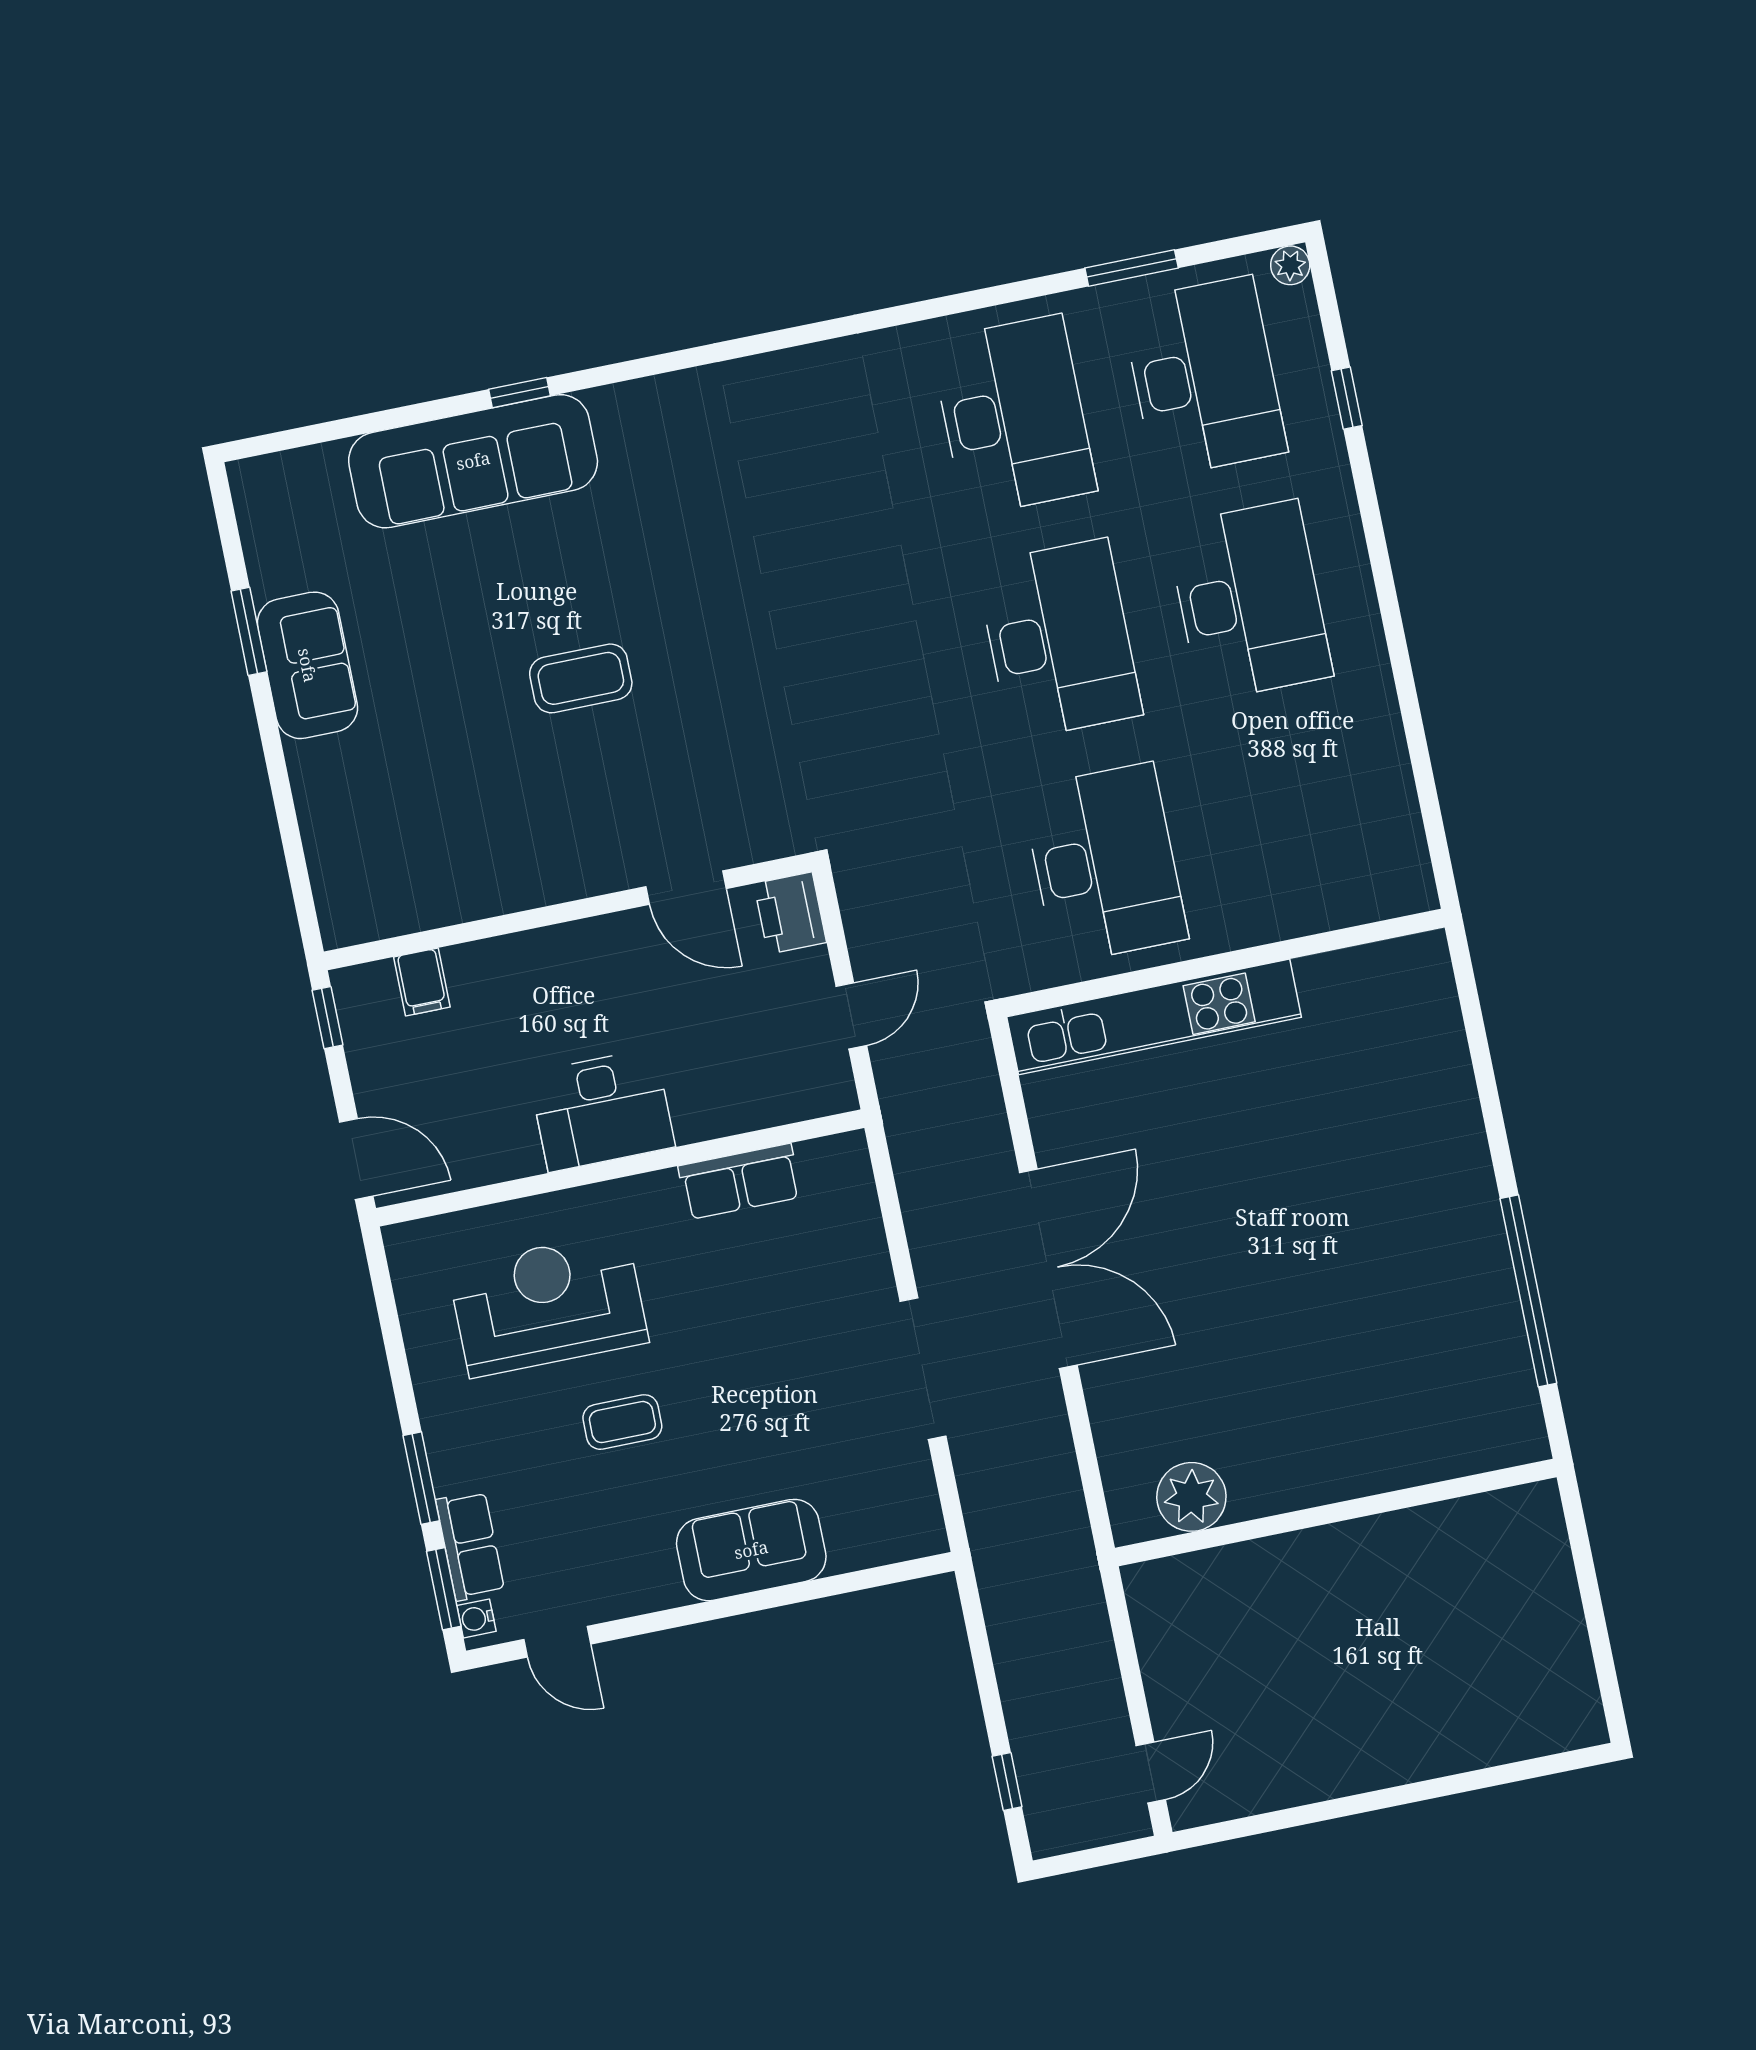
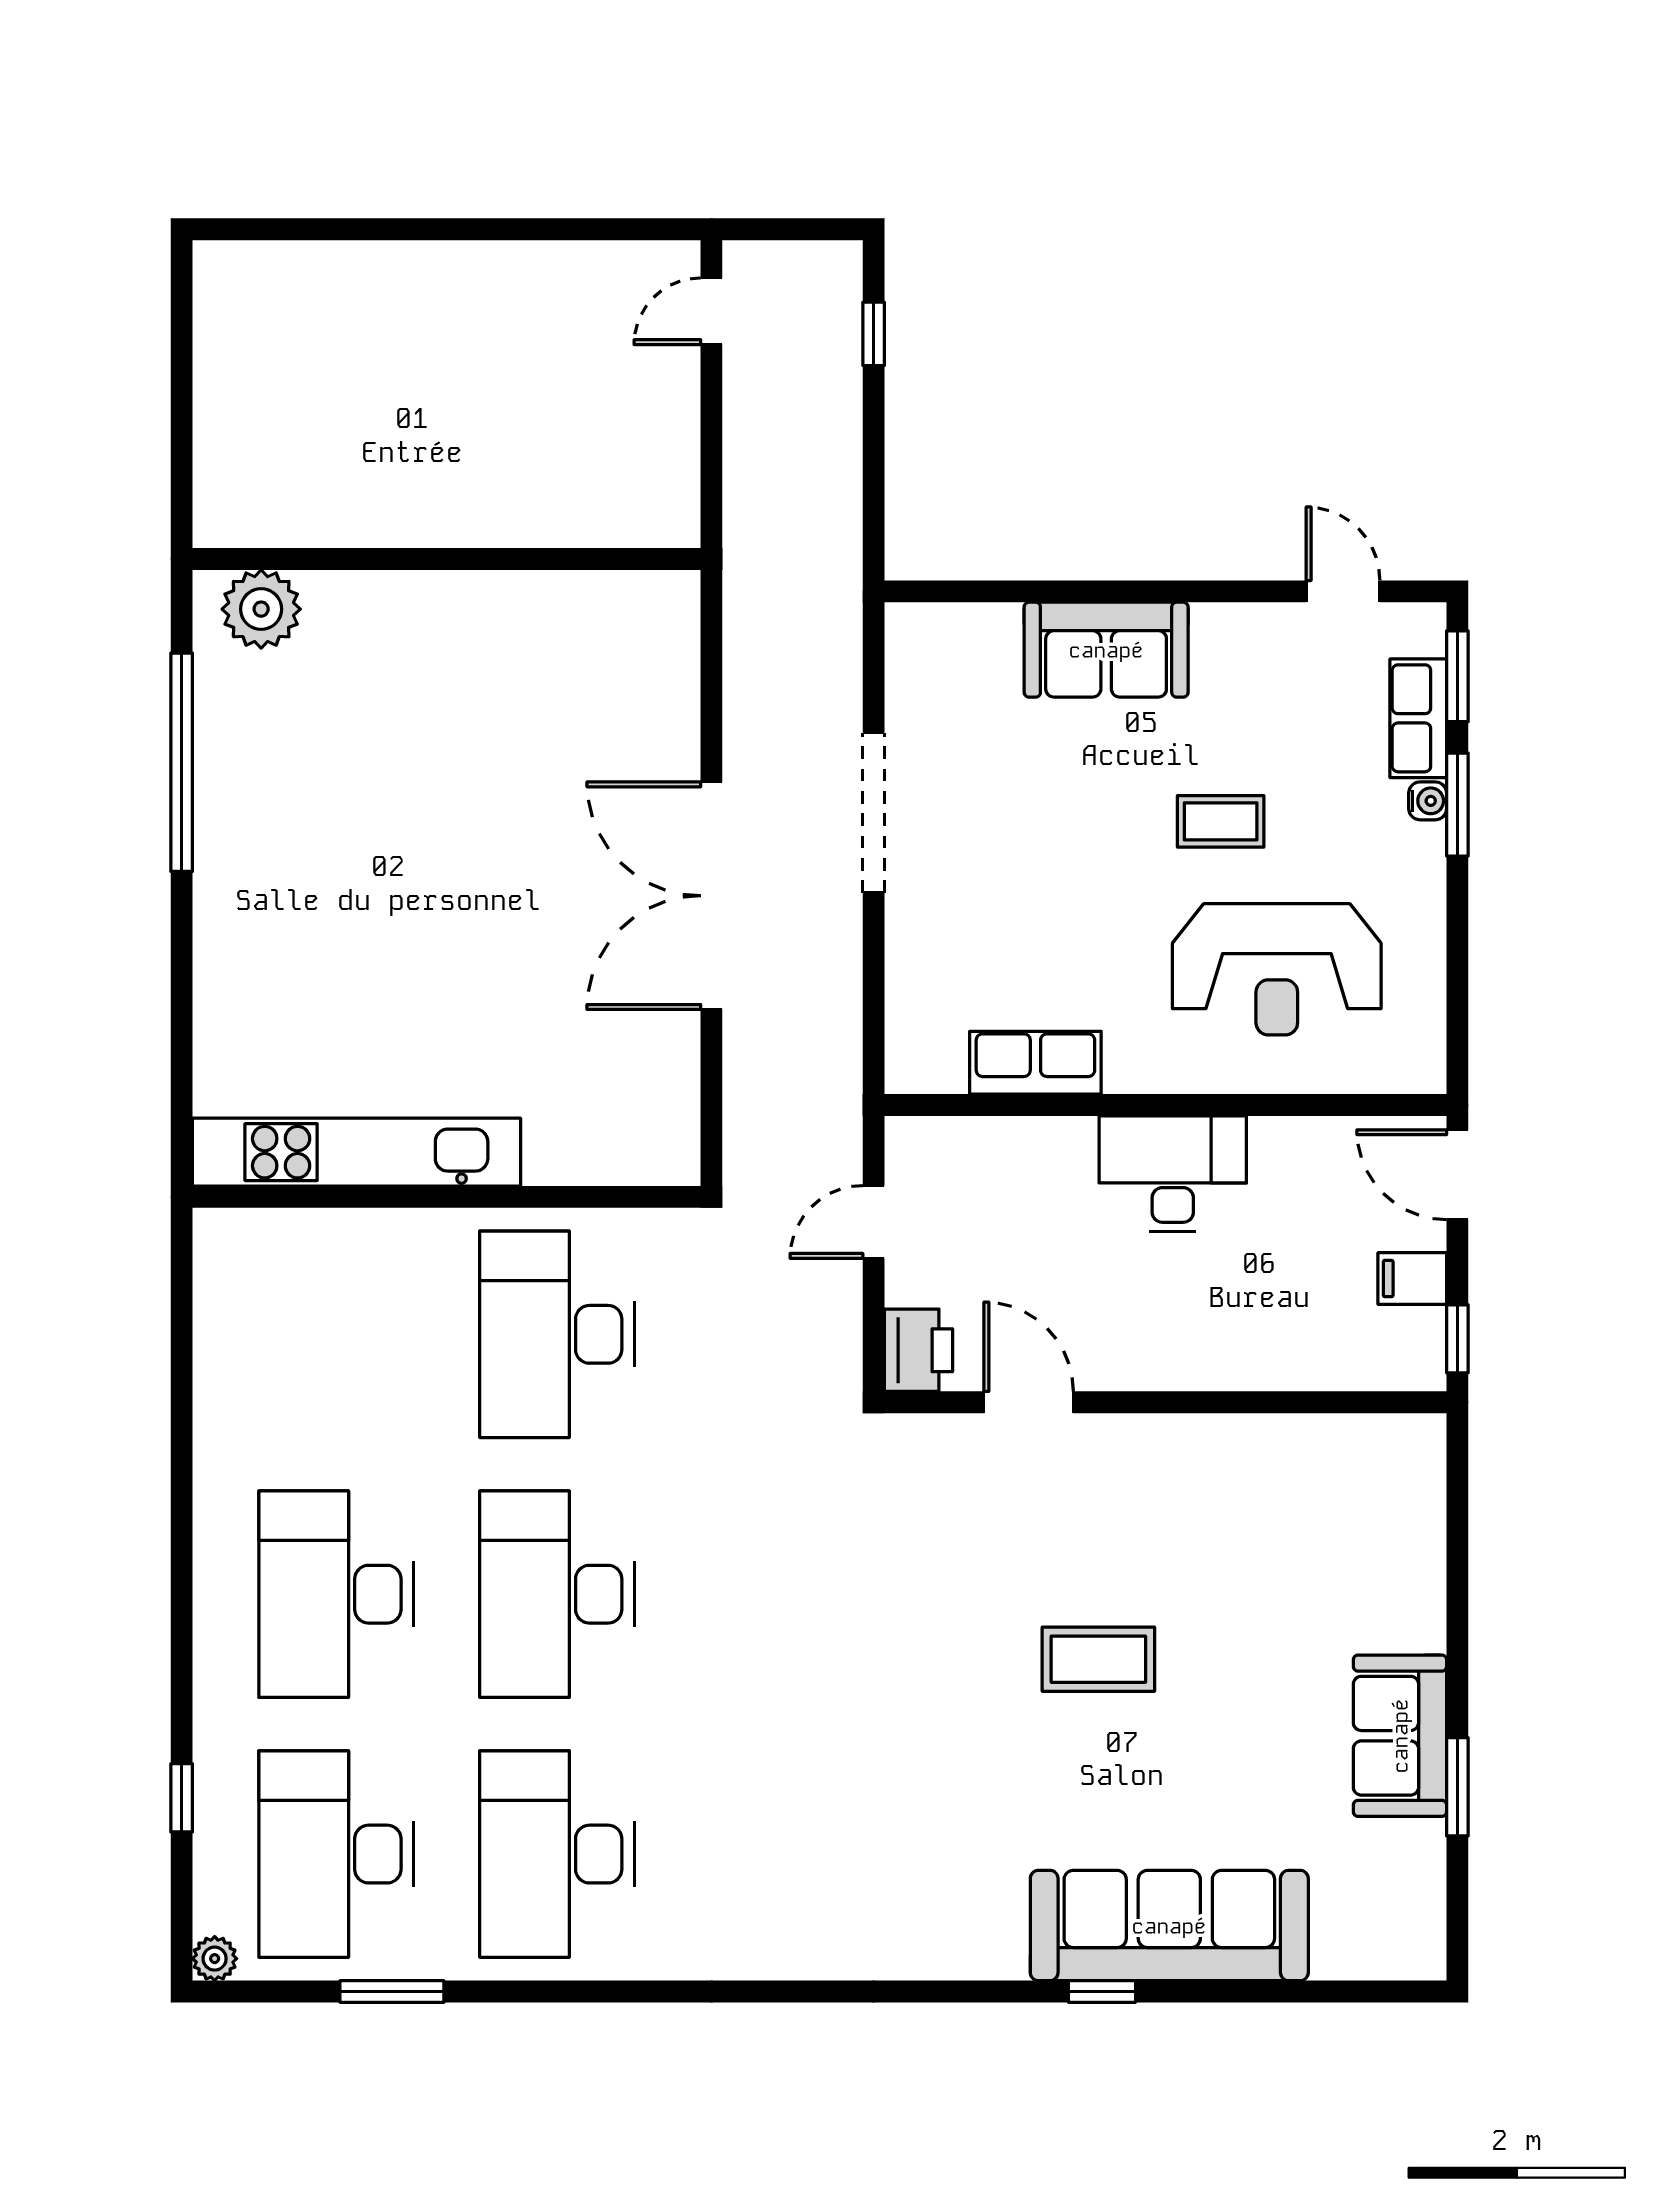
filing cabinet: (422, 982) -> (1412, 1278), moved, turned -90
kitchen unit: (1154, 1017) -> (357, 1152), moved
plant: (1191, 1497) -> (261, 609), moved
water cooler: (476, 1618) -> (1428, 801), moved

